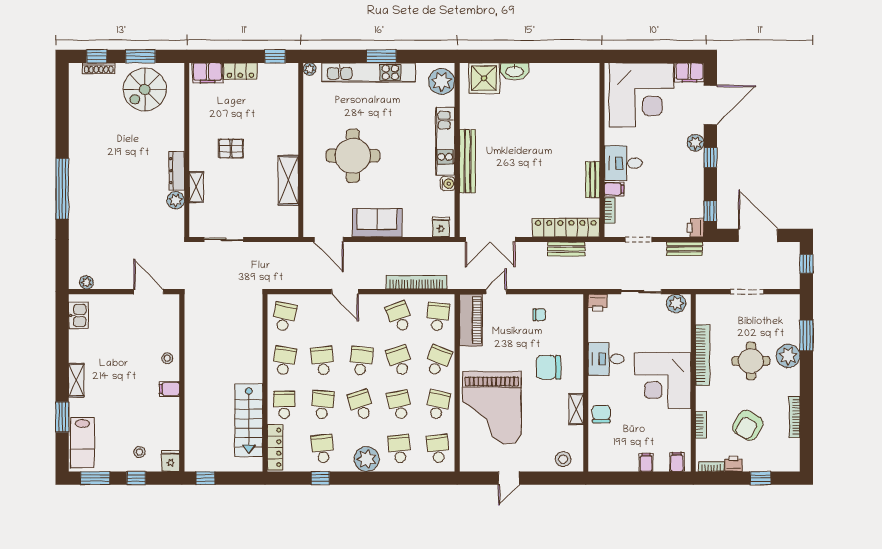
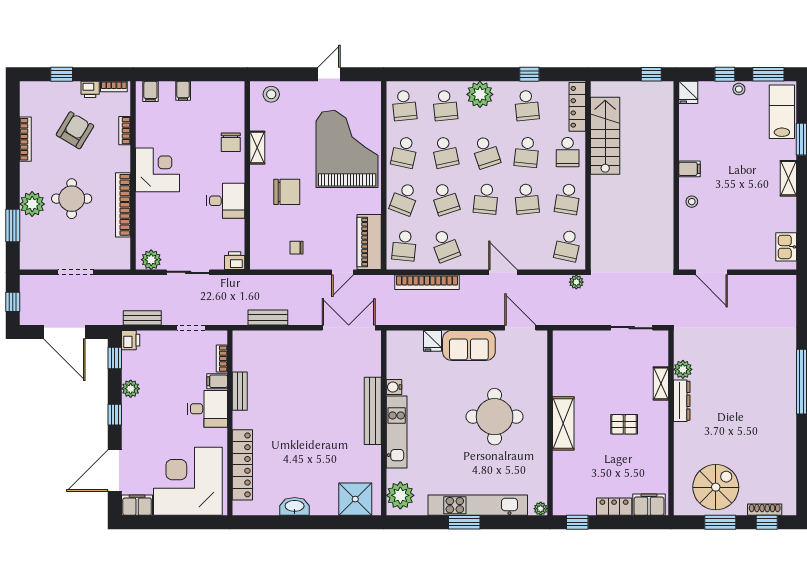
washbasin: (514, 71) -> (295, 506), moved
plant: (695, 143) -> (131, 389), moved
shelving: (288, 180) -> (563, 423), moved
fridge: (441, 227) -> (432, 341), moved
locker: (566, 228) -> (242, 465), moved, turned -90
plant: (86, 282) -> (576, 282), moved
corner desk: (663, 381) -> (158, 170), width x0.74, depth x0.74
stool: (139, 452) -> (739, 89), moved

